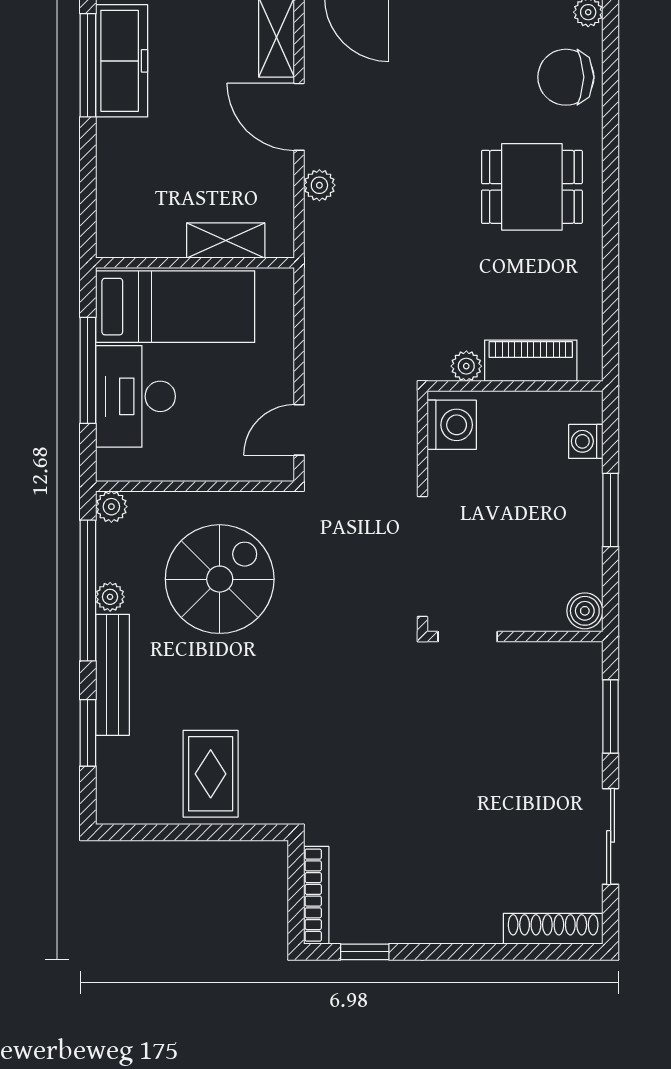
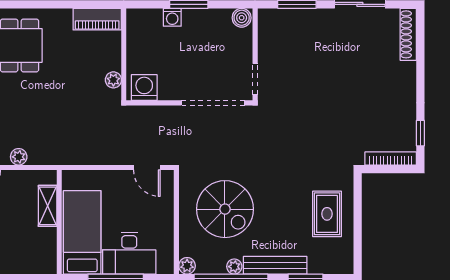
piano: (531, 361) -> (97, 19), moved, turned -90
washing machine: (586, 441) -> (172, 17), moved
spiral stairs: (220, 579) -> (225, 209), turned 180
rug: (211, 774) -> (327, 214), turned 90

